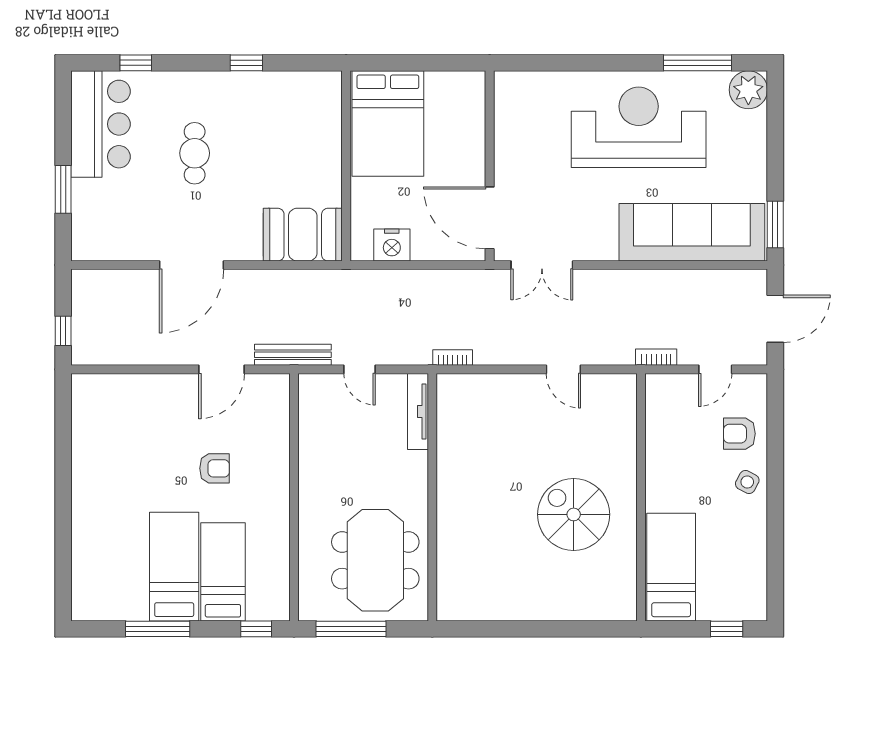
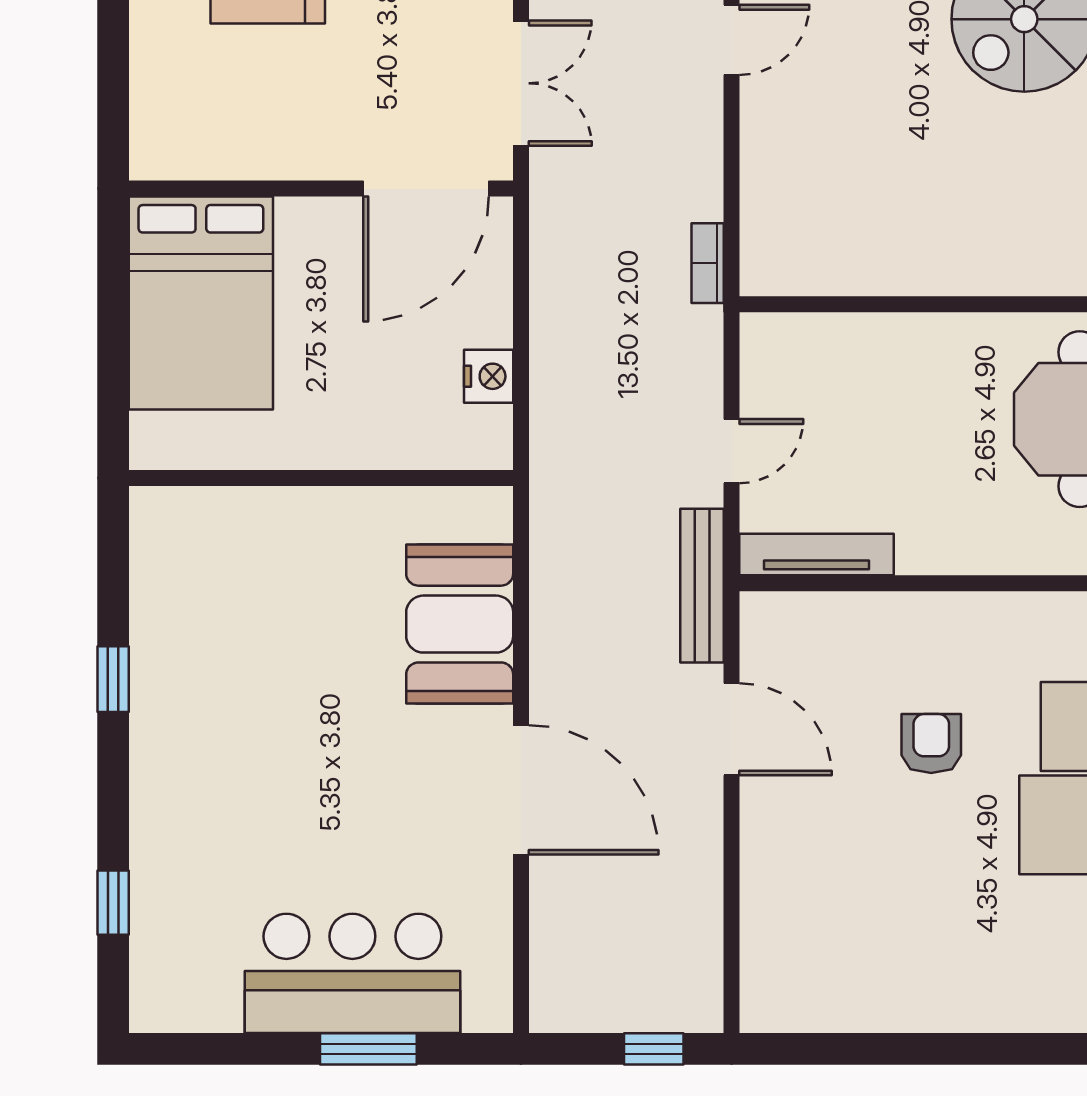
bed: (388, 123) -> (201, 303), moved, turned 90
bar counter: (101, 124) -> (352, 973), moved
cafe table: (195, 153) -> (296, 784), removed
booth: (303, 235) -> (460, 624), moved
nightstand: (392, 245) -> (489, 376), width x0.74, depth x0.75
tv unit: (418, 411) -> (817, 554), moved, turned 180

